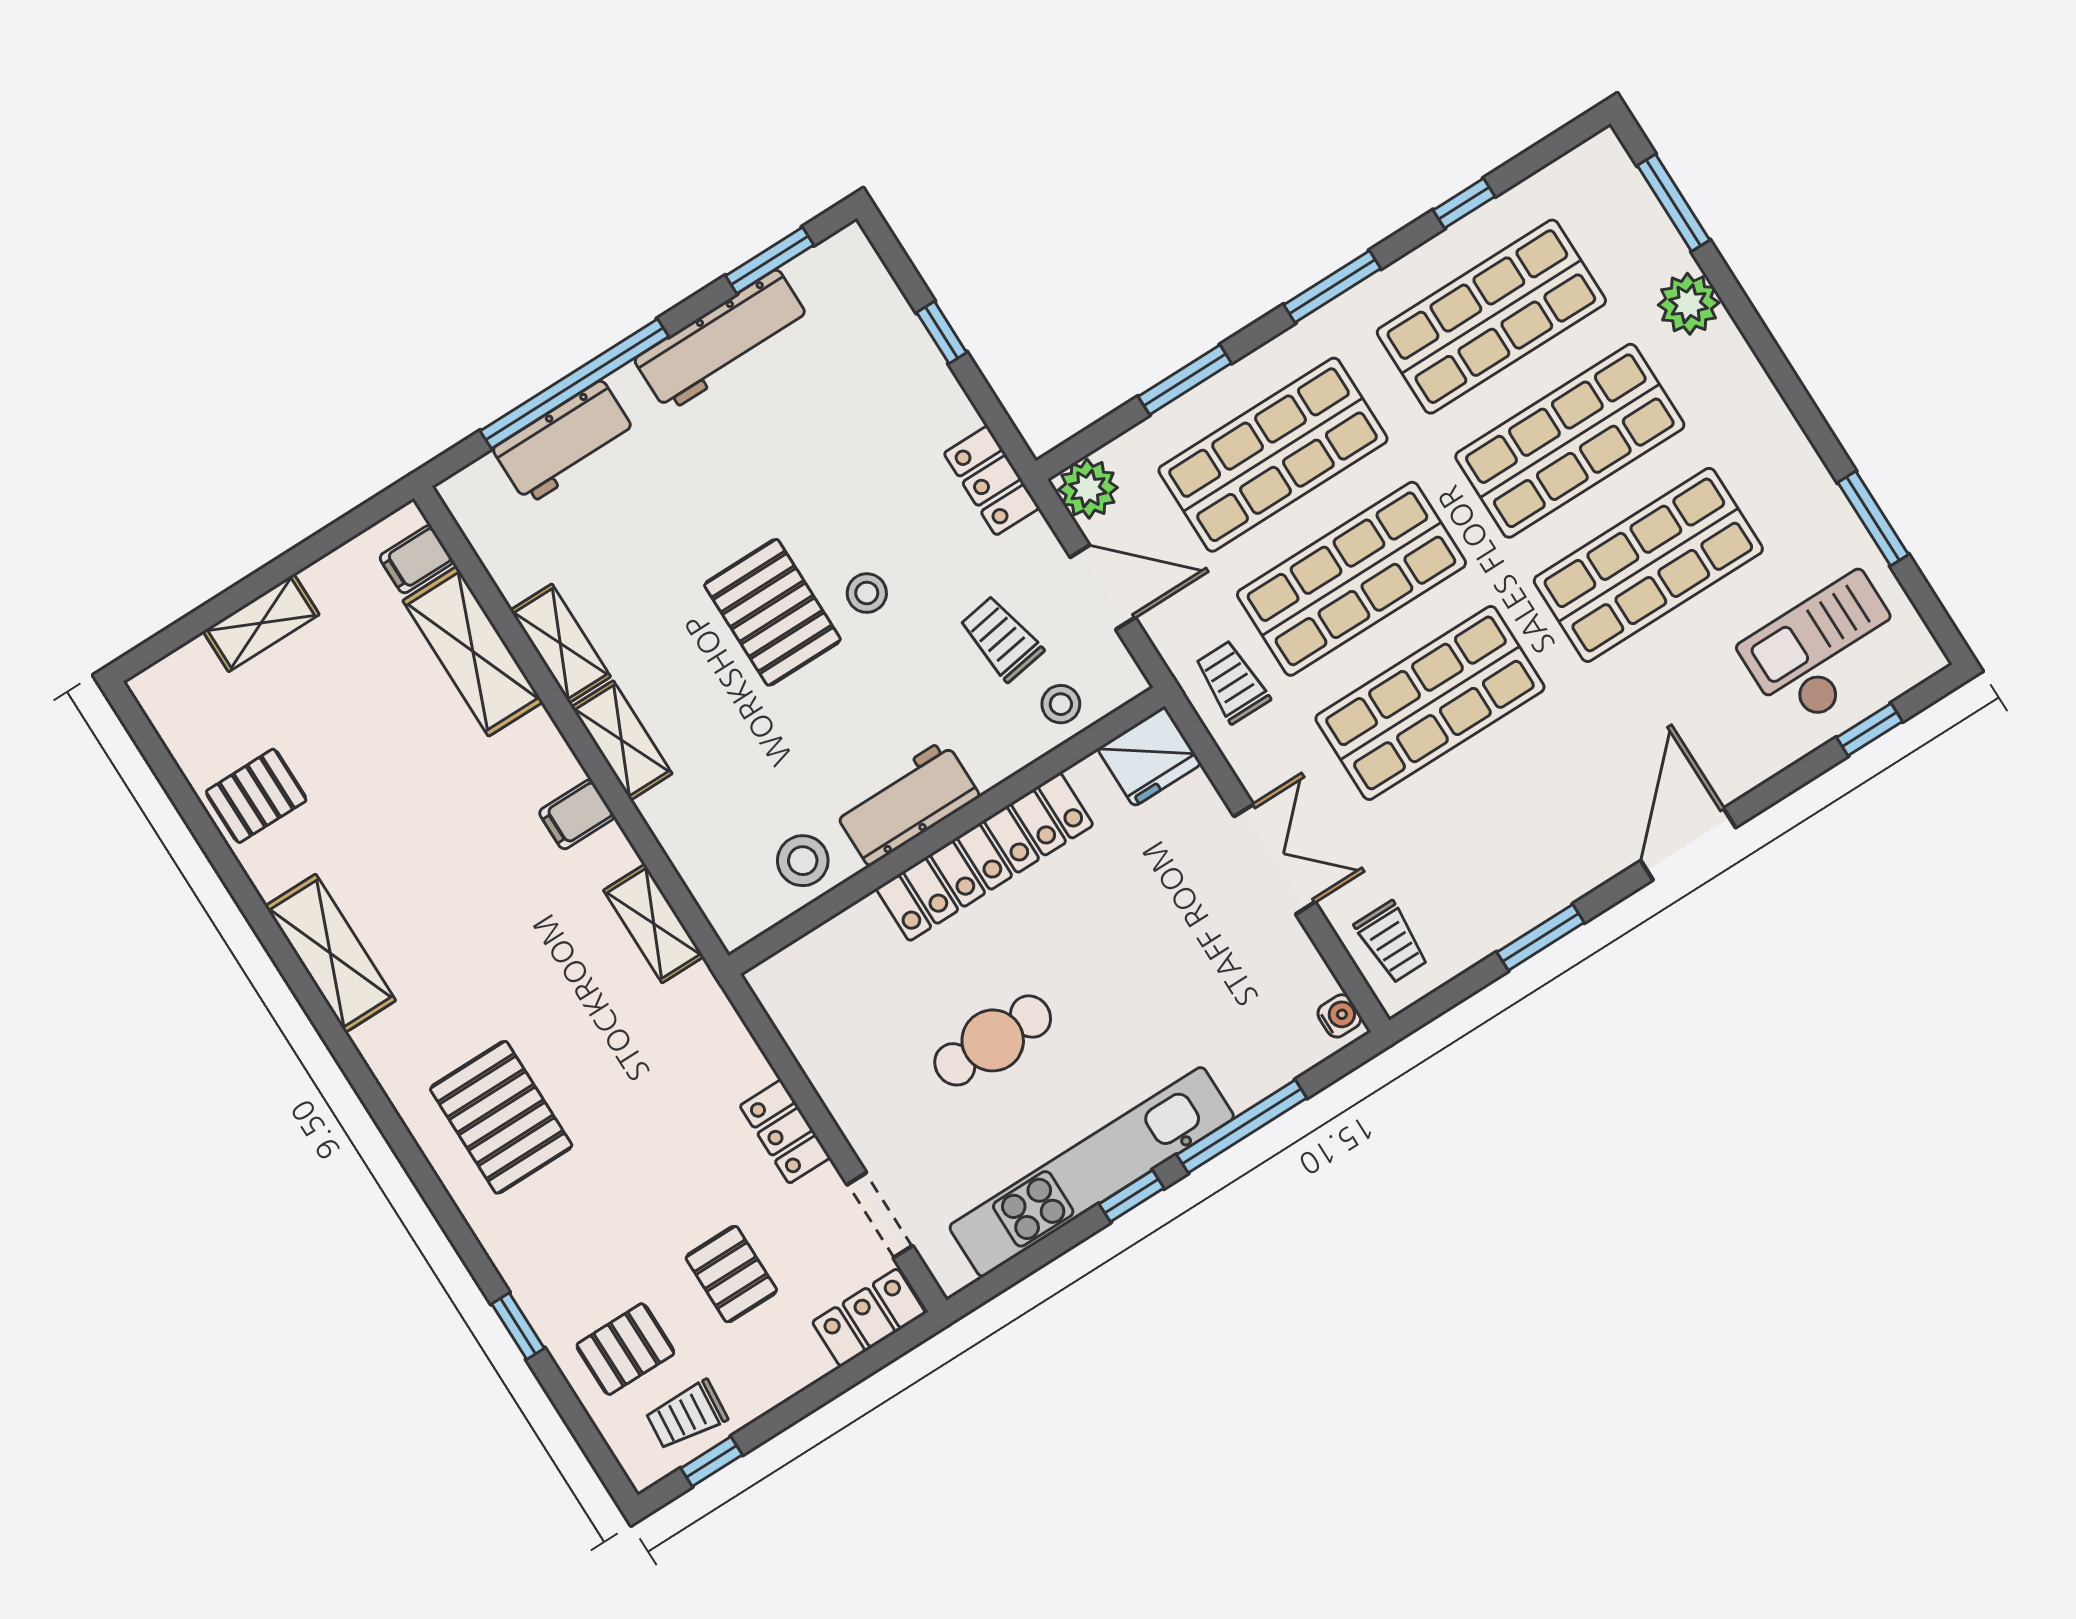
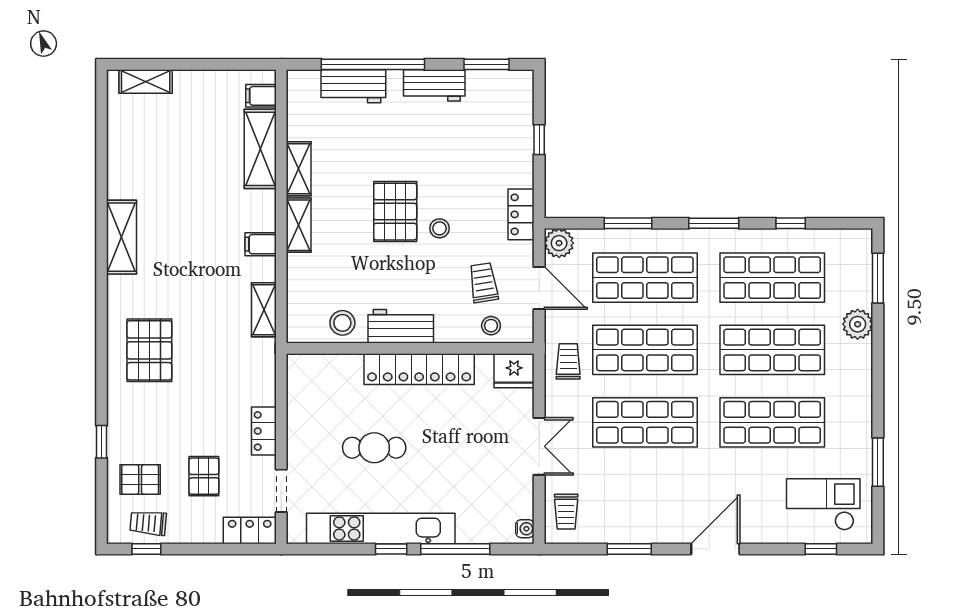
workbench: (723, 341) -> (434, 85), width x0.73
shelving: (261, 623) -> (146, 81), moved
pallet: (256, 796) -> (132, 152), removed

